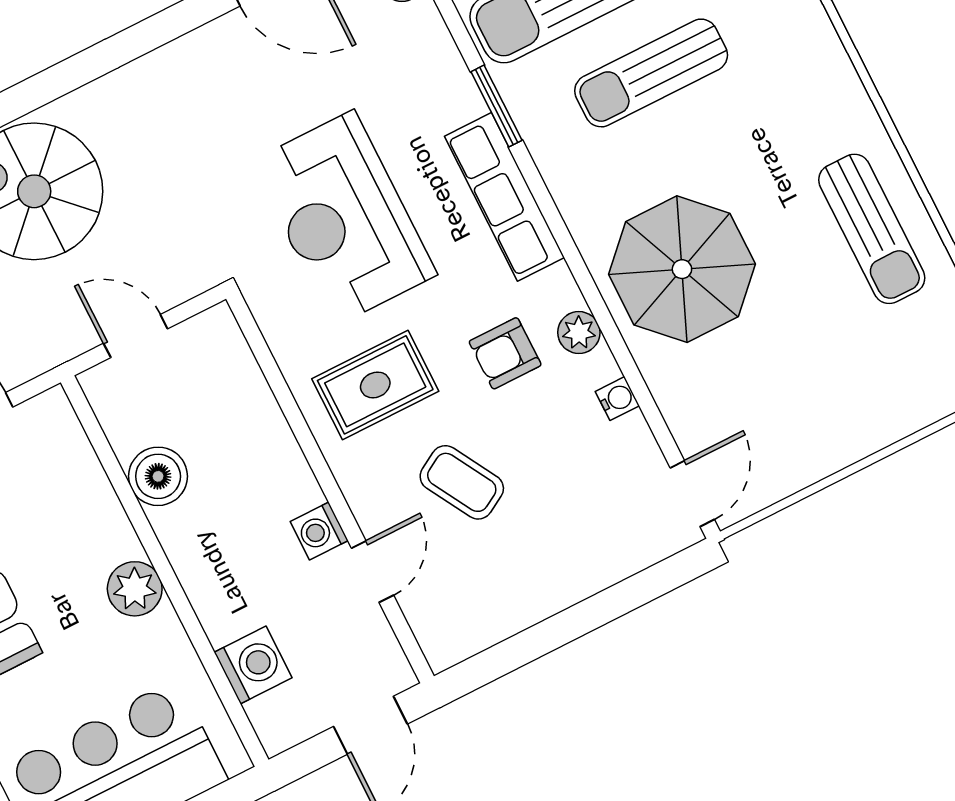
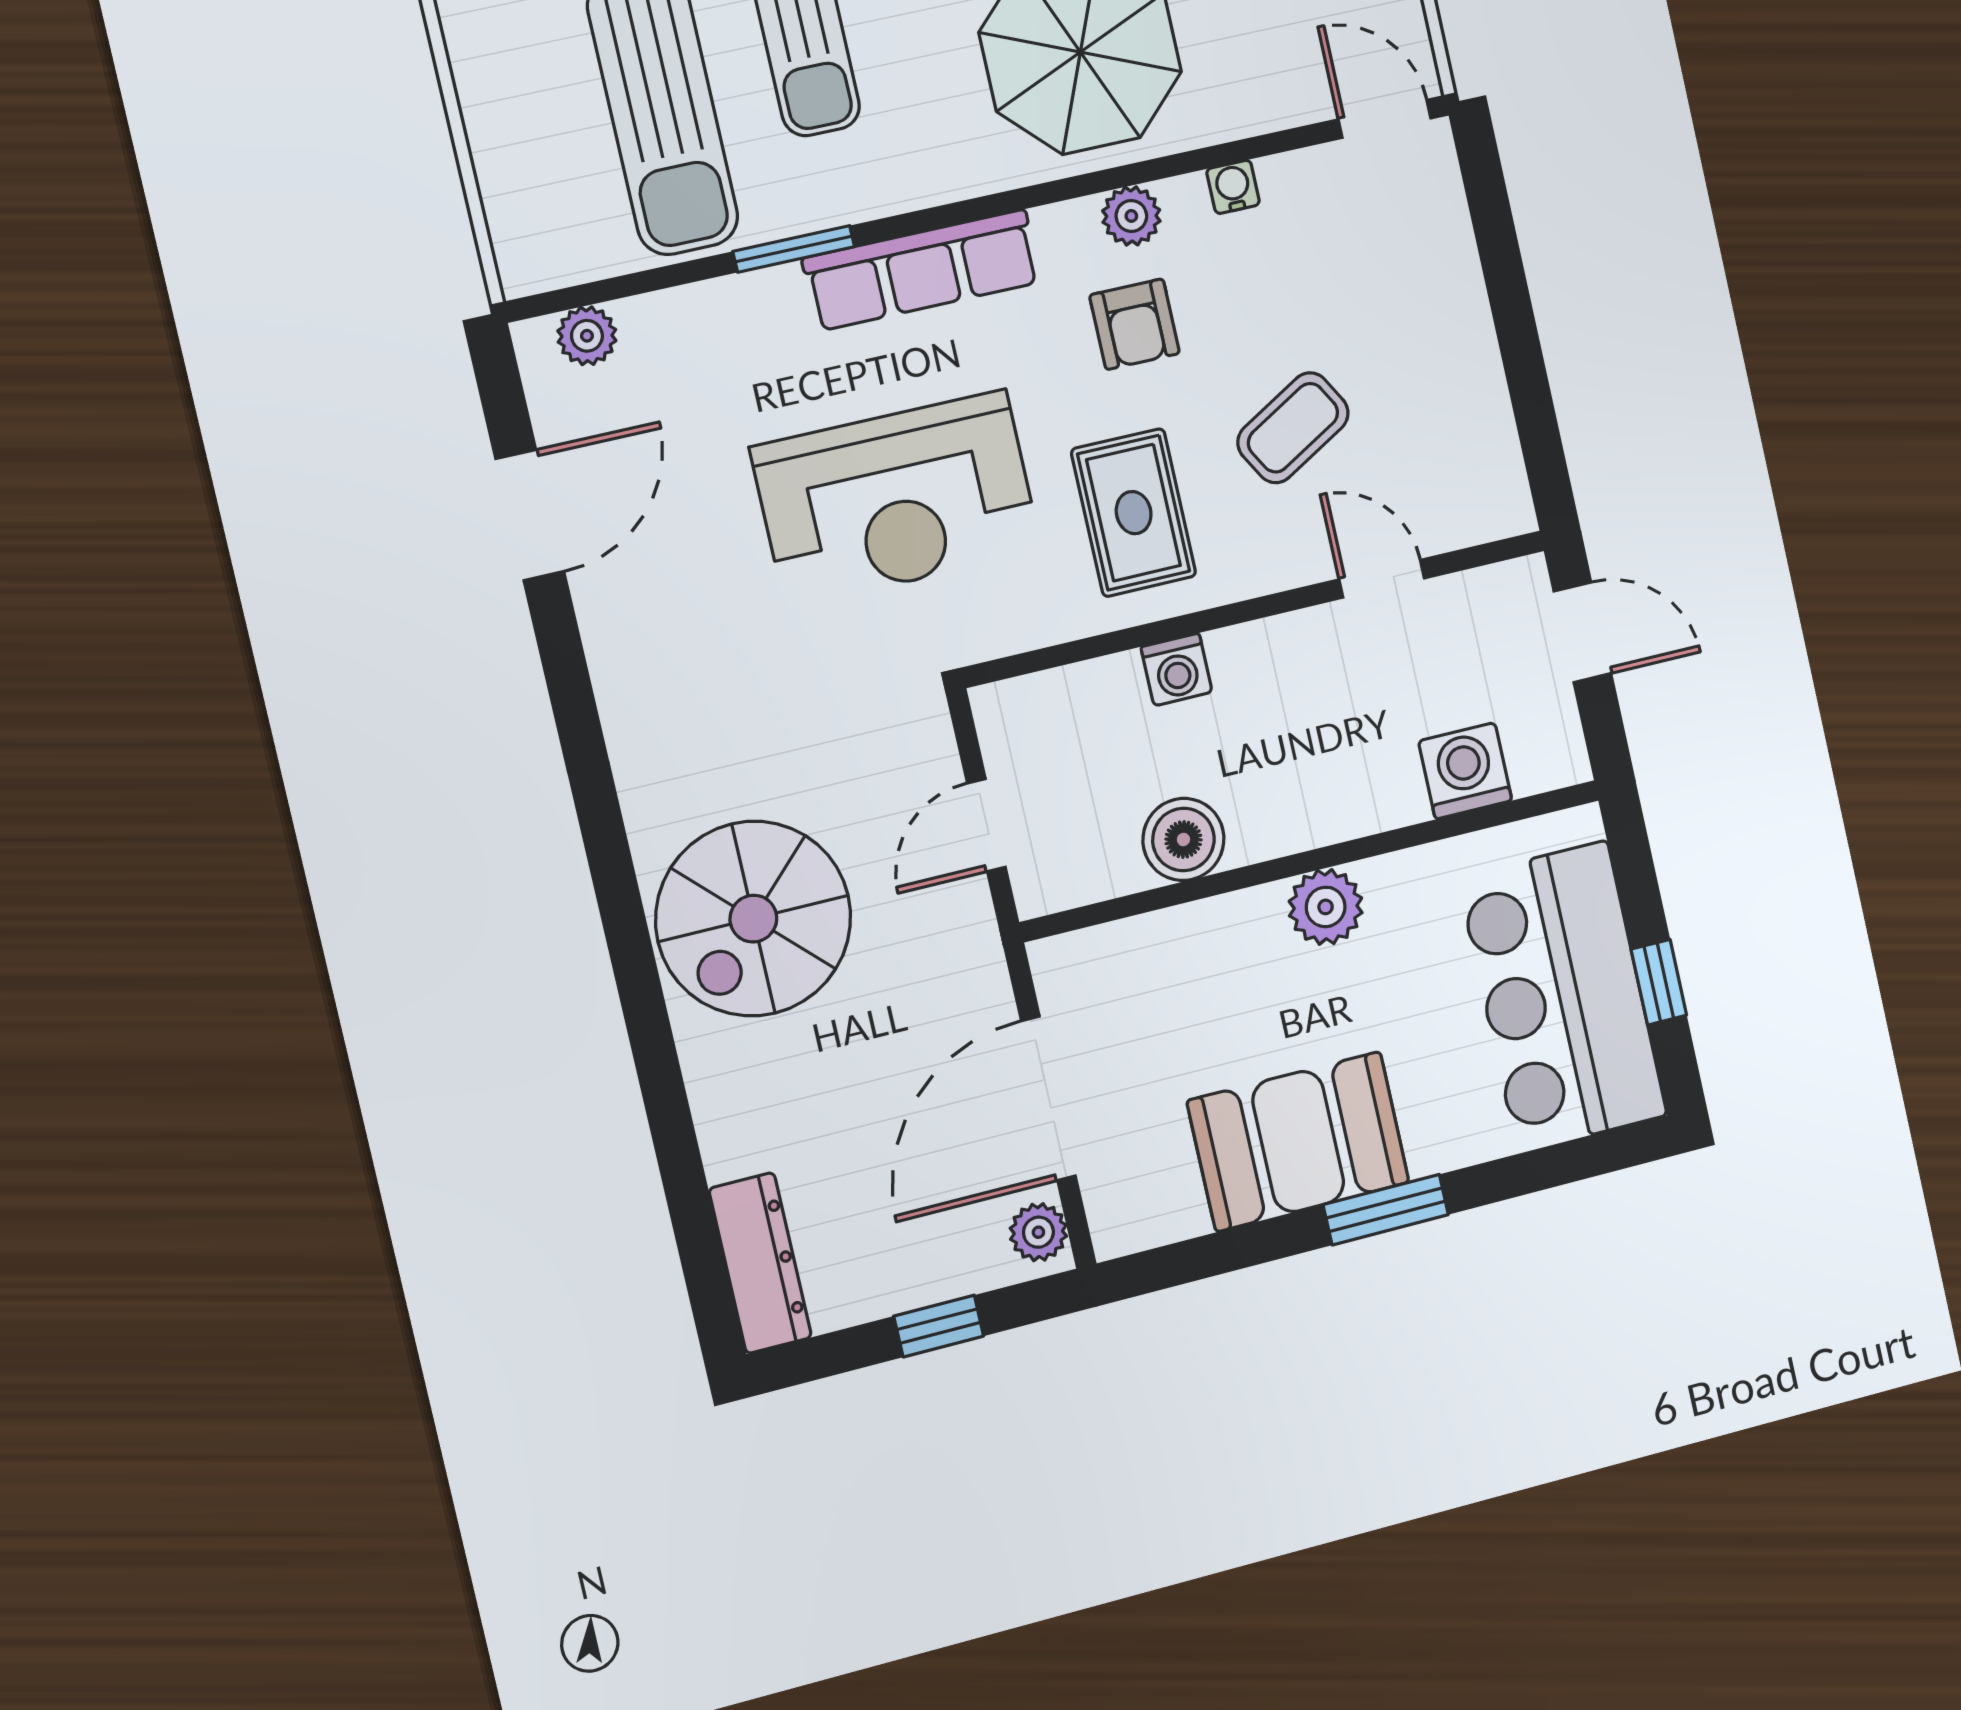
washing machine: (319, 531) -> (1177, 670), moved

